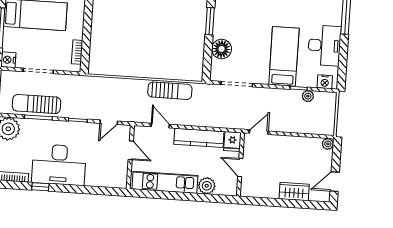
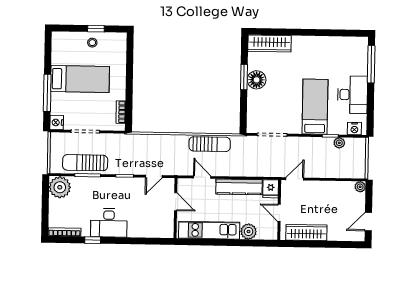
floor lamp: (222, 49) -> (257, 80), moved
desk: (59, 165) -> (109, 223), width x0.73, depth x0.77
wardrobe: (294, 192) -> (306, 233), moved, width x1.50

